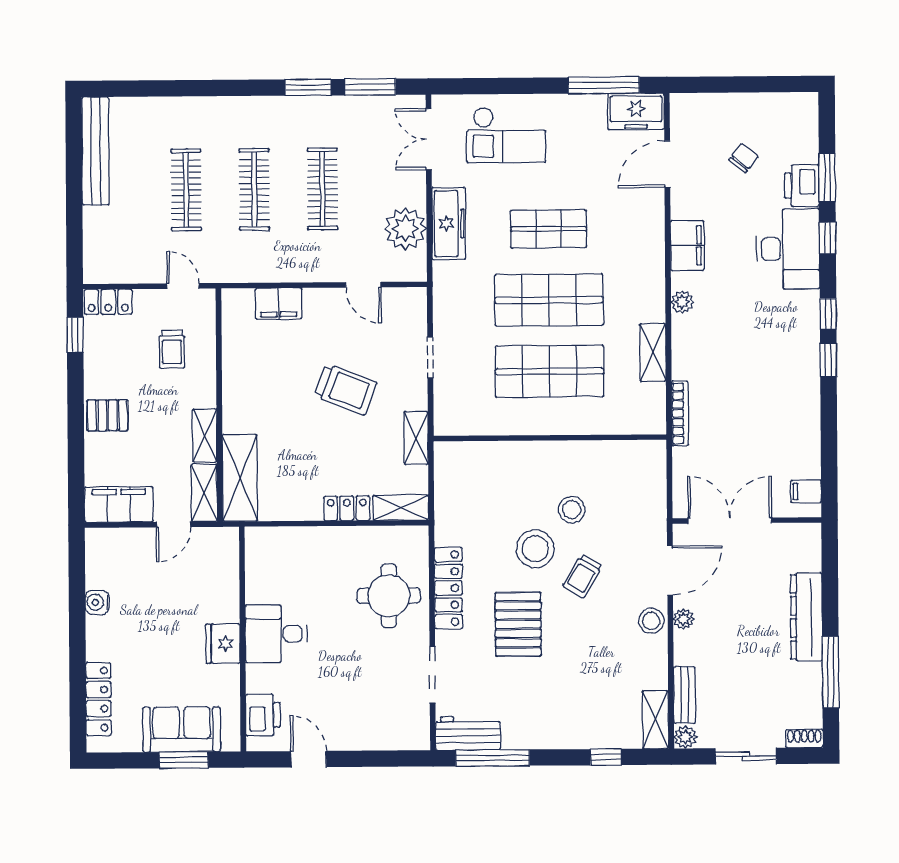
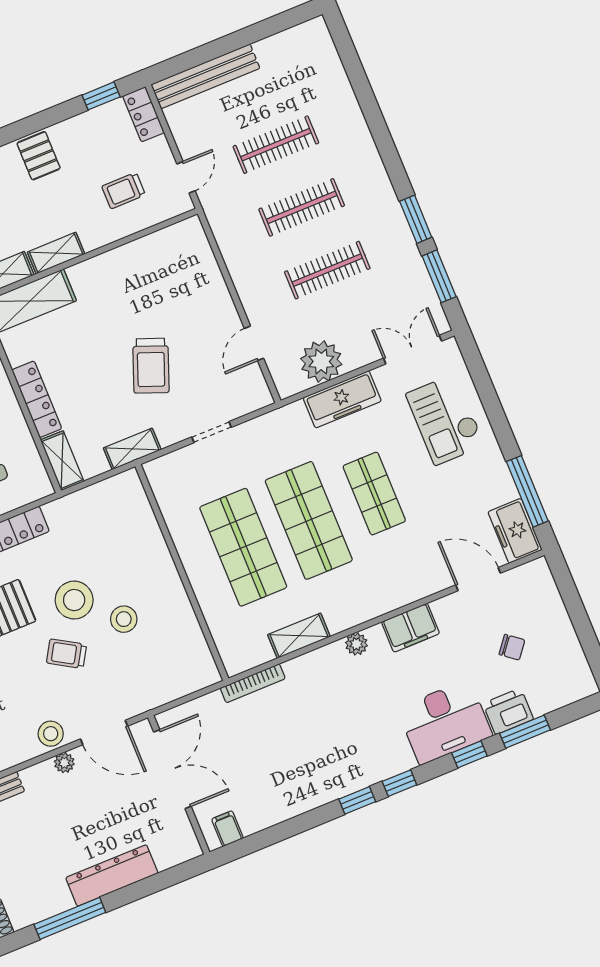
bench: (95, 151) -> (205, 76), moved
filing cabinet: (279, 304) -> (205, 272), removed
locker: (347, 508) -> (37, 399), width x1.53

